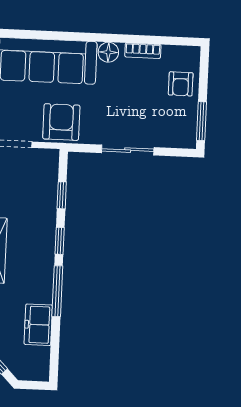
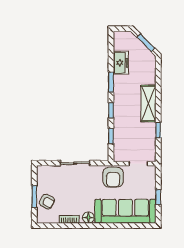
armchair: (181, 84) -> (47, 202), turned 119
window: (202, 121) -> (34, 197), moved
window: (57, 291) -> (111, 82), width x0.69

